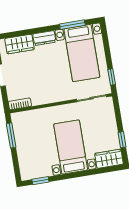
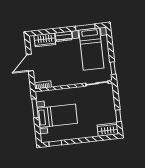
bed with nightstands: (71, 147) -> (57, 116), moved, turned 90

